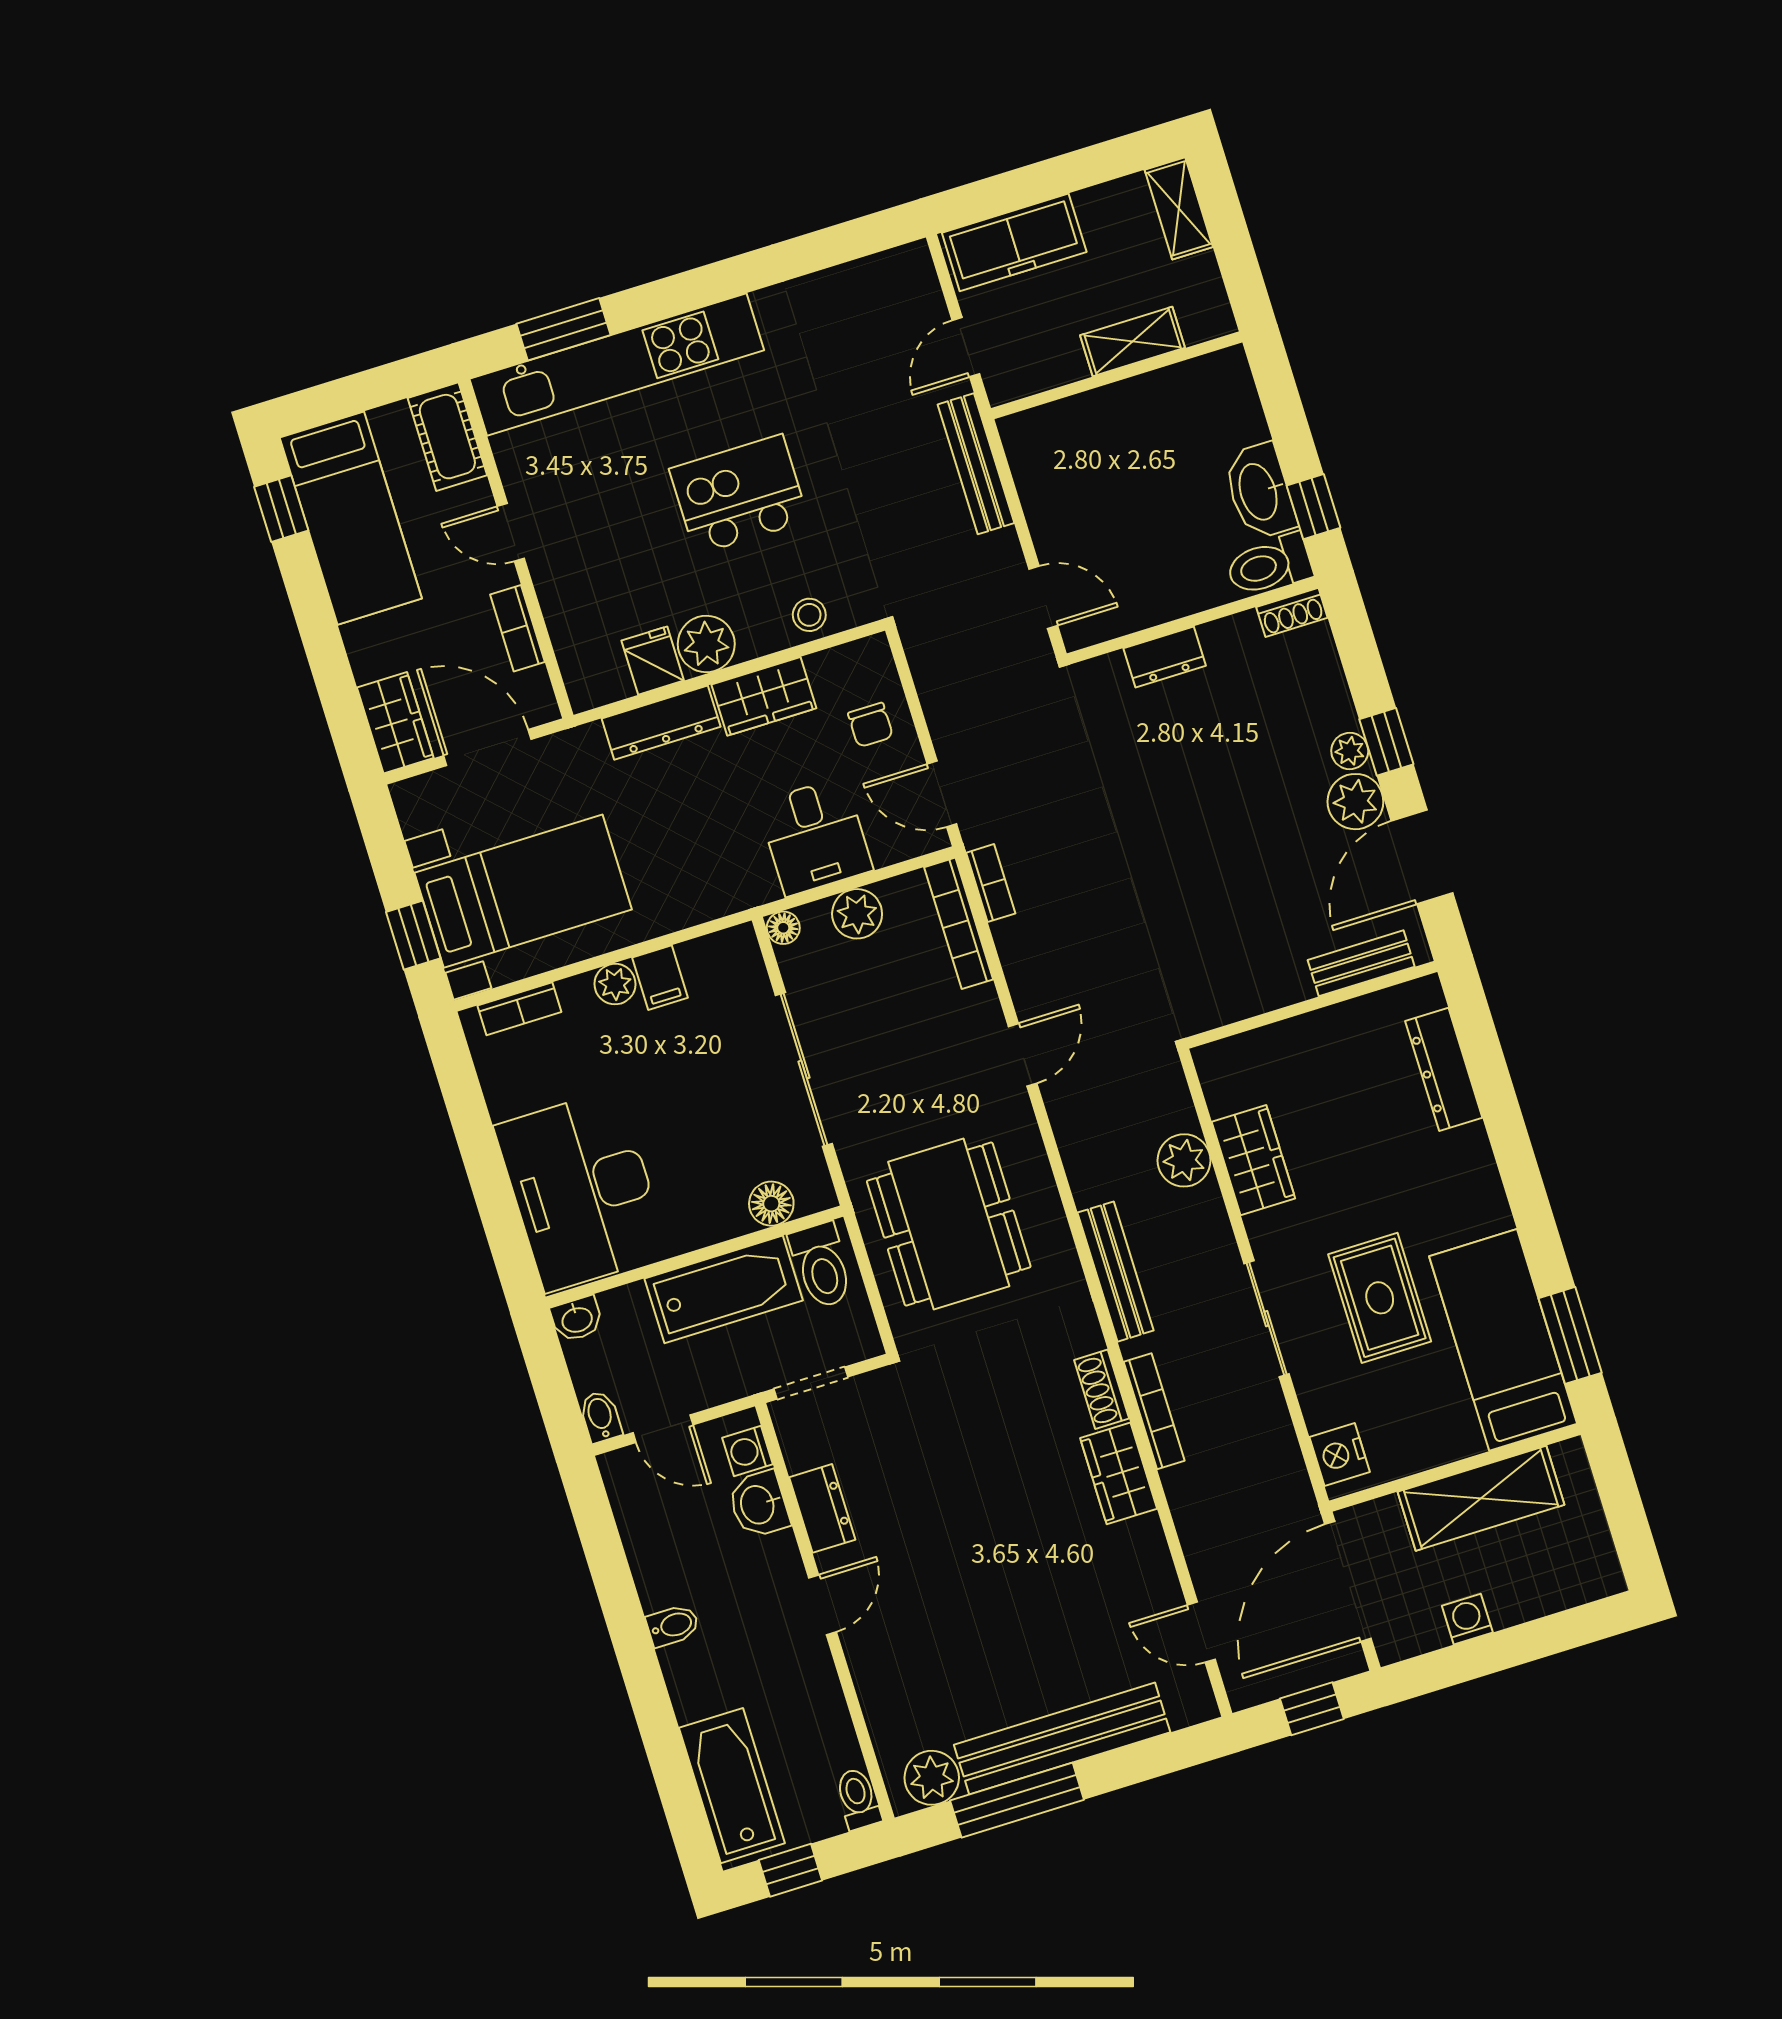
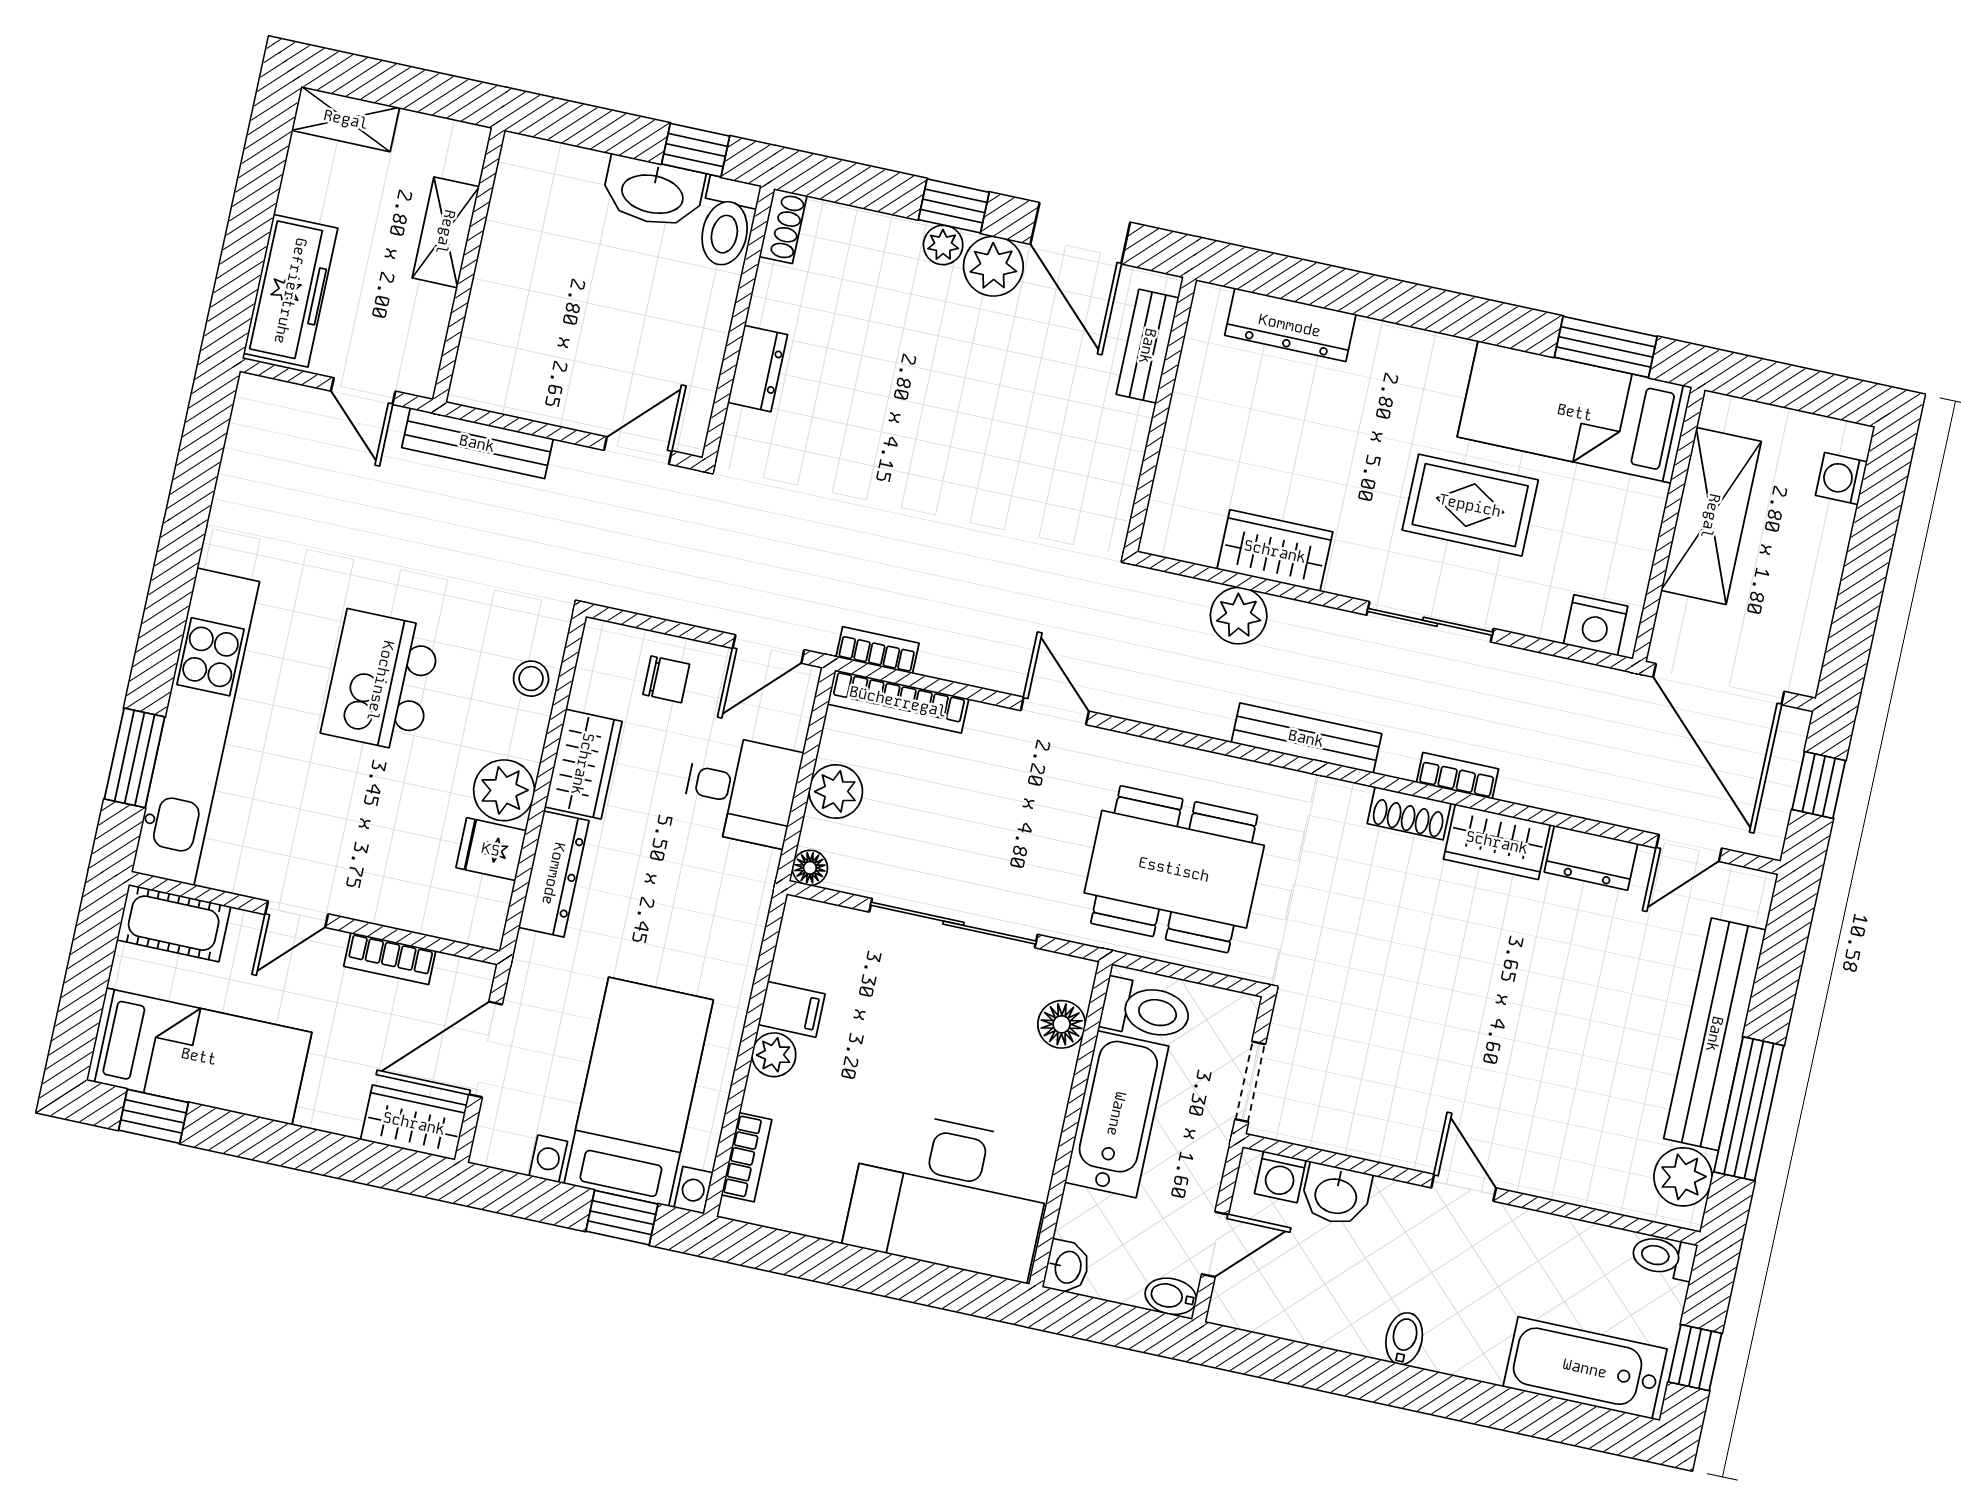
bookcase: (1154, 1411) -> (1457, 776), width x0.64
dresser: (822, 1508) -> (1591, 858), moved, turned 180
washing machine: (1467, 1619) -> (1841, 479), moved

